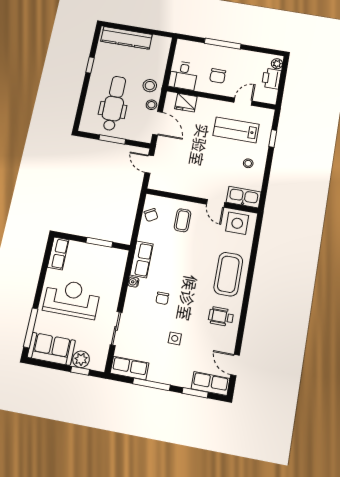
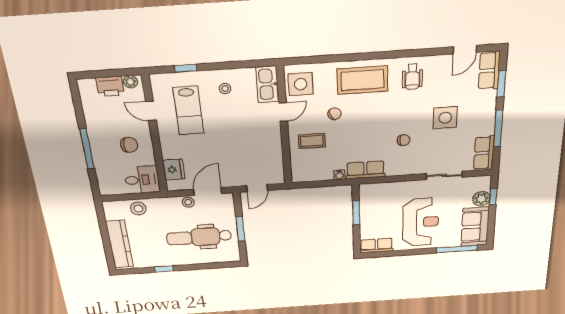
plant: (277, 64) -> (130, 82), moved
stool: (150, 86) -> (138, 209), moved
chair: (151, 215) -> (334, 114), moved
water cooler: (133, 282) -> (339, 175), moved
reception desk: (72, 299) -> (421, 222), turned 180
side table: (175, 338) -> (445, 118), width x1.87, depth x1.87

